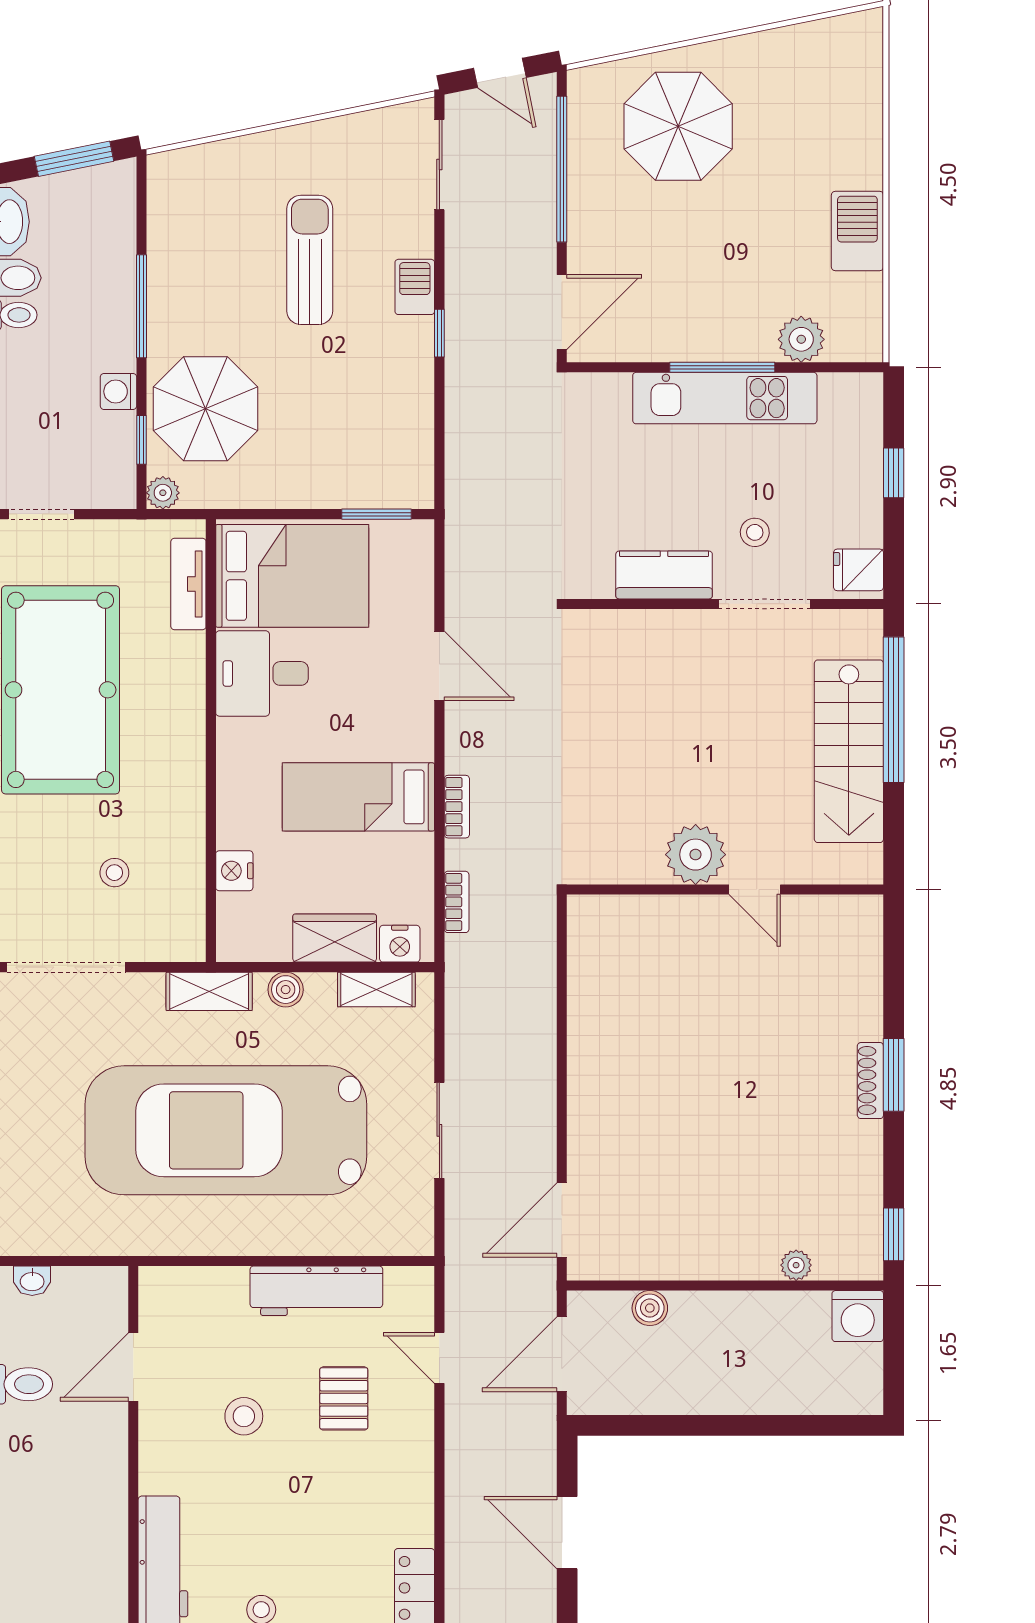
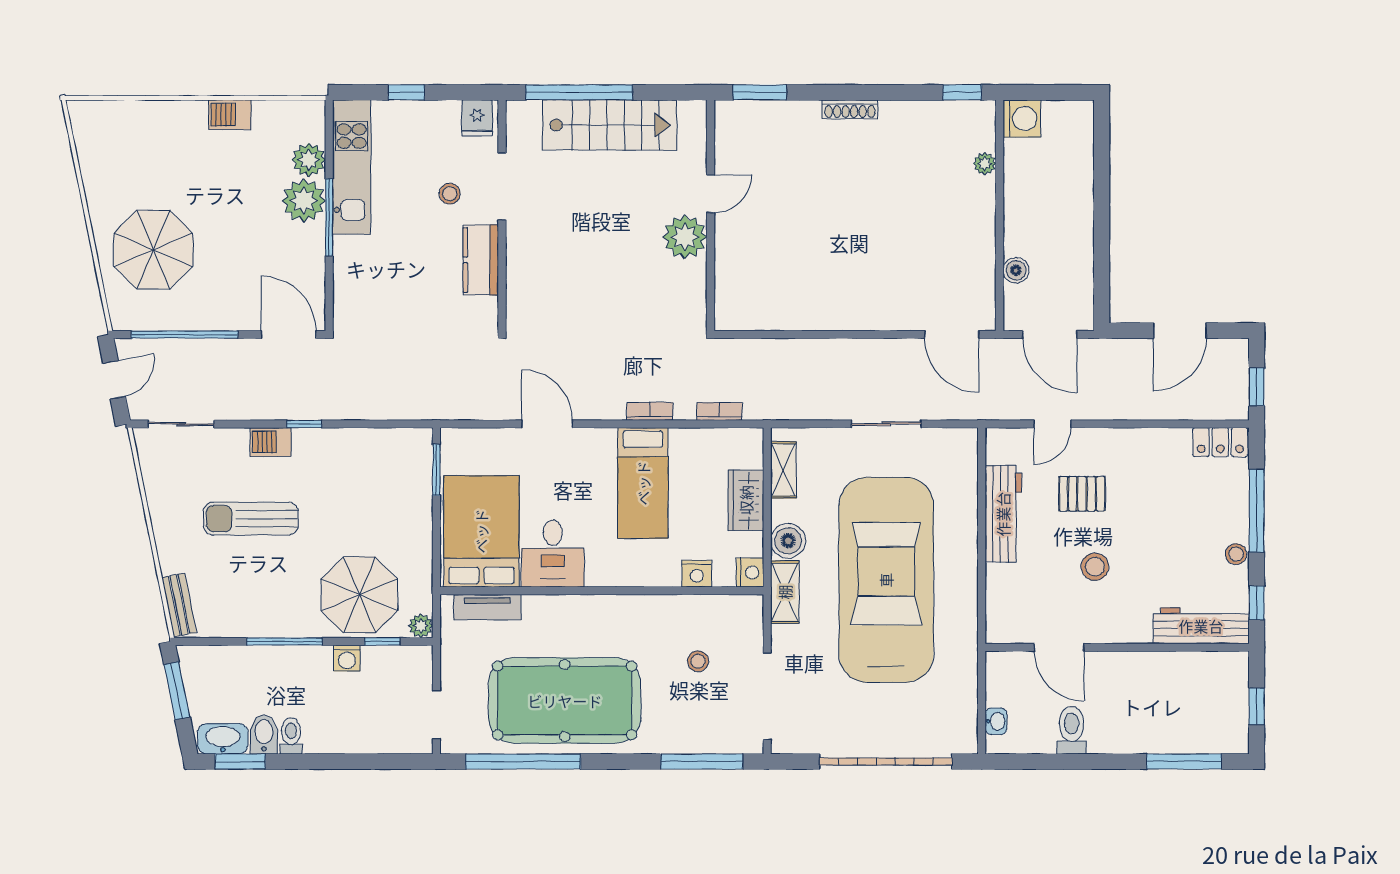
bench: (191, 162) -> (179, 605), added
barbecue: (857, 231) -> (230, 115), width x0.73, depth x0.79
plant: (745, 333) -> (304, 201), added
kitchen unit: (725, 398) -> (352, 167), moved
door: (439, 666) -> (547, 424), hinge flipped
nightstand: (400, 944) -> (750, 572), moved
boiler: (286, 990) -> (788, 541), width x1.36, depth x1.36
window: (894, 1075) -> (760, 92), moved
car: (226, 1130) -> (886, 580), turned 180

